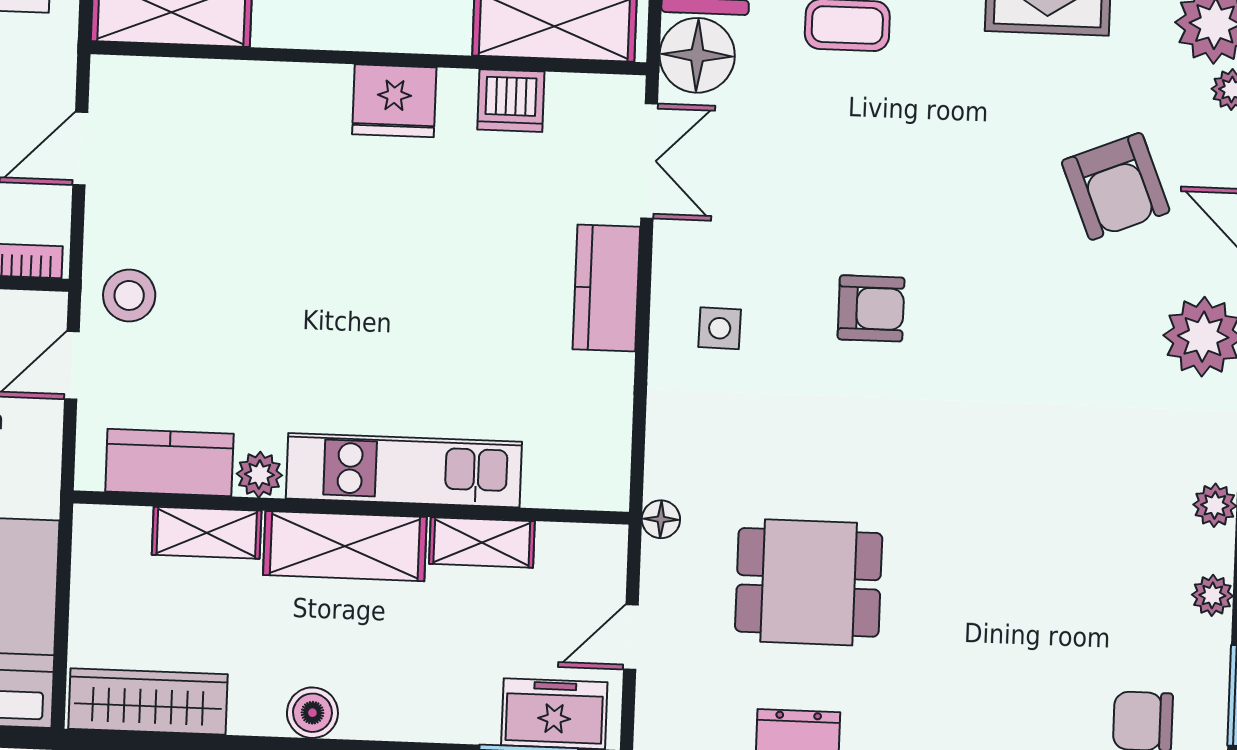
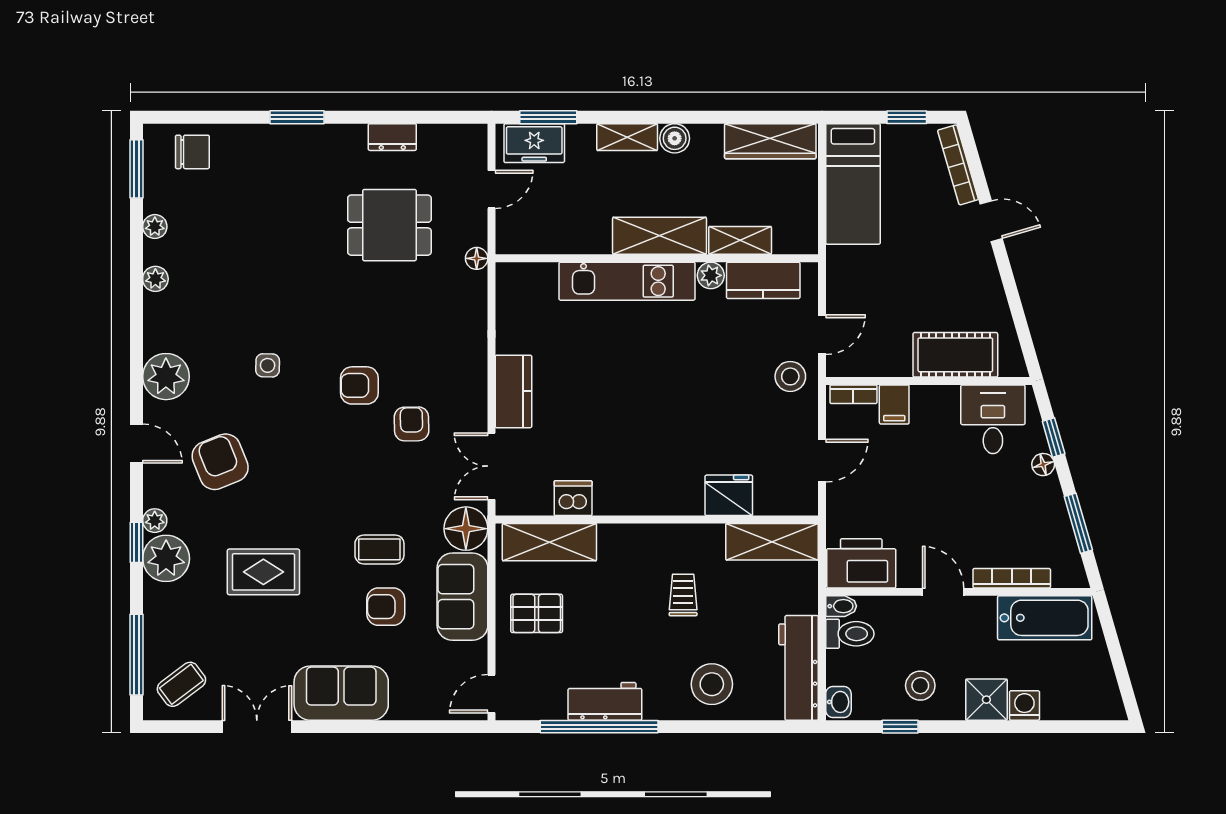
fridge: (394, 101) -> (729, 495), moved
armchair: (784, 239) -> (412, 424), added
side table: (720, 328) -> (268, 365), moved
shelving: (482, 542) -> (627, 137), moved

